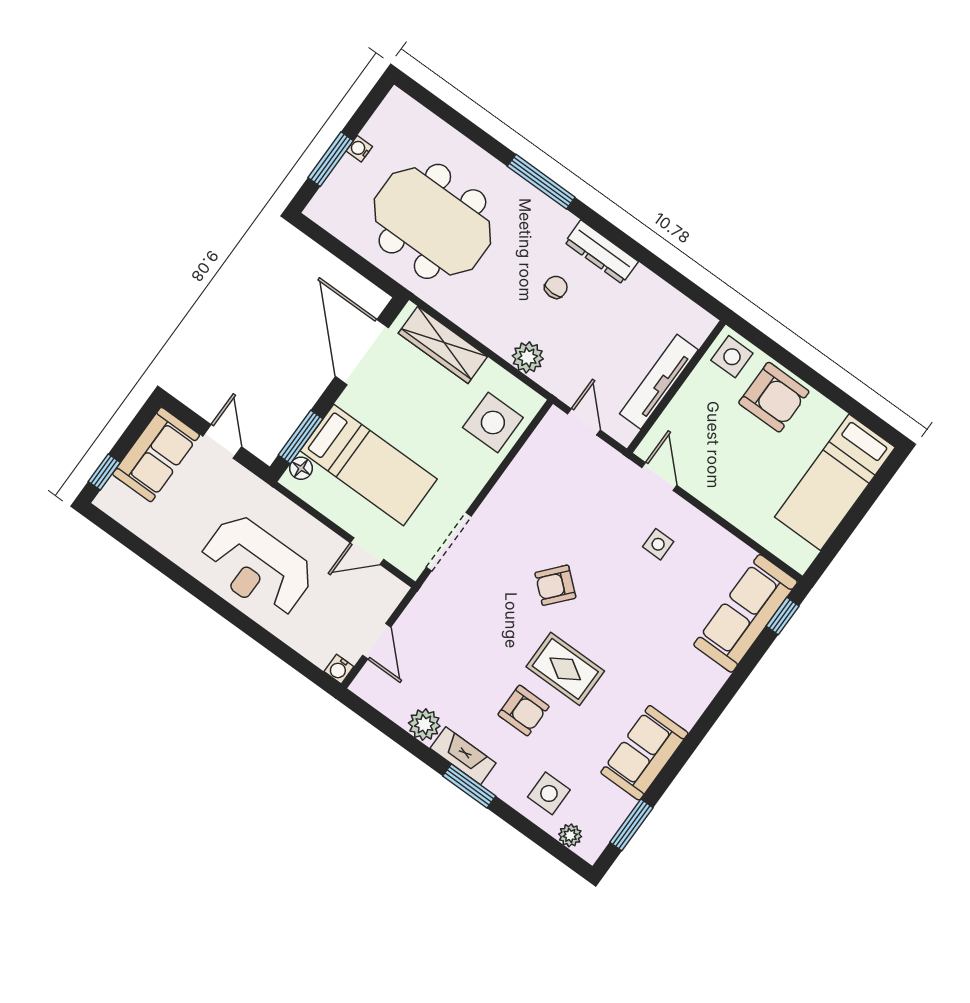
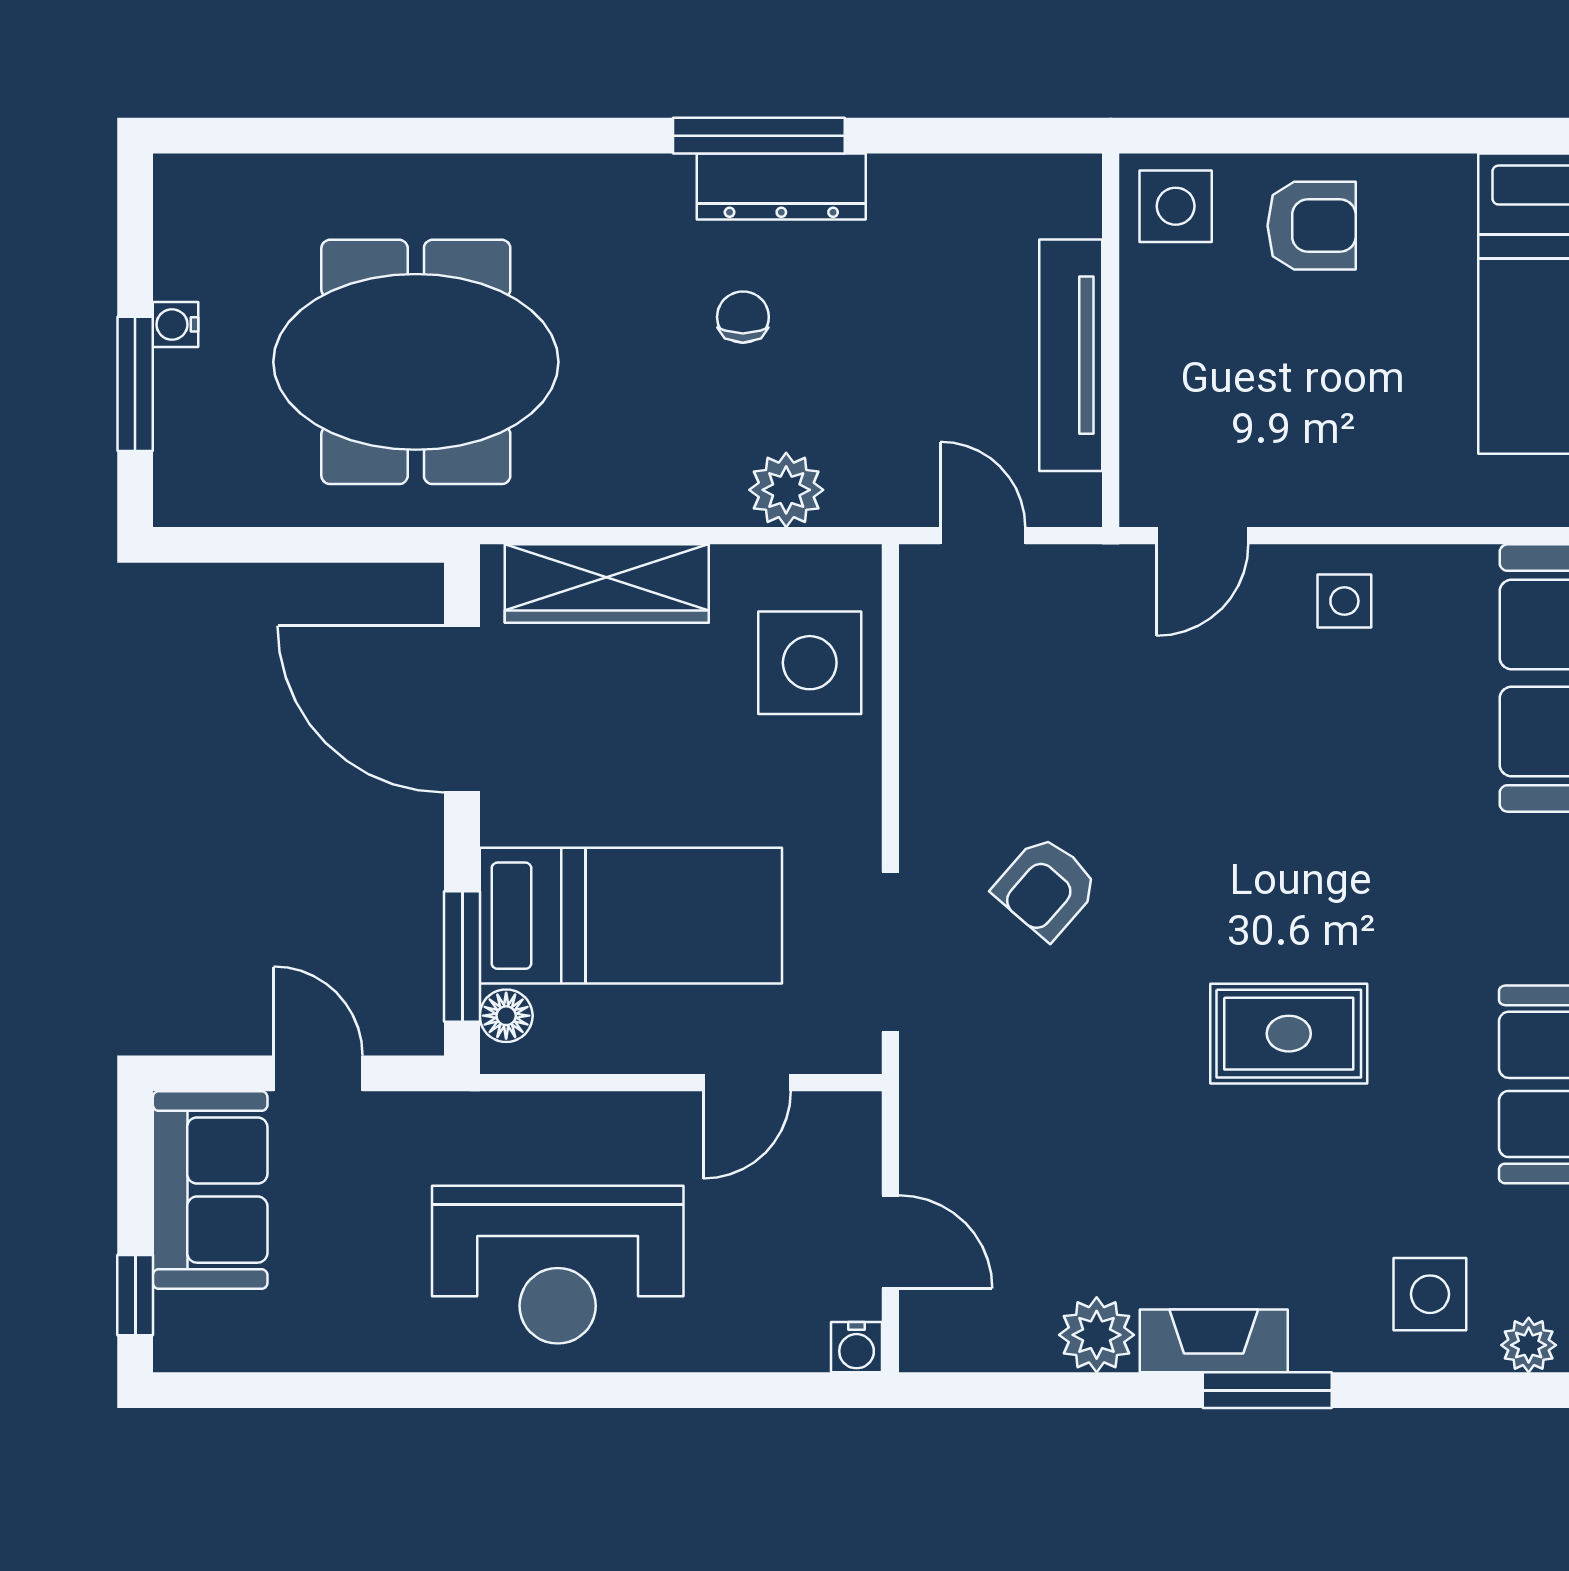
window: (541, 182) -> (759, 136), moved
armchair: (774, 397) -> (1312, 226), width x0.72, depth x0.72
door: (659, 476) -> (1202, 536), swing flipped
side table: (658, 544) -> (1344, 601), moved
armchair: (555, 585) -> (1046, 887), moved
armchair: (524, 710) -> (1267, 1171), removed

